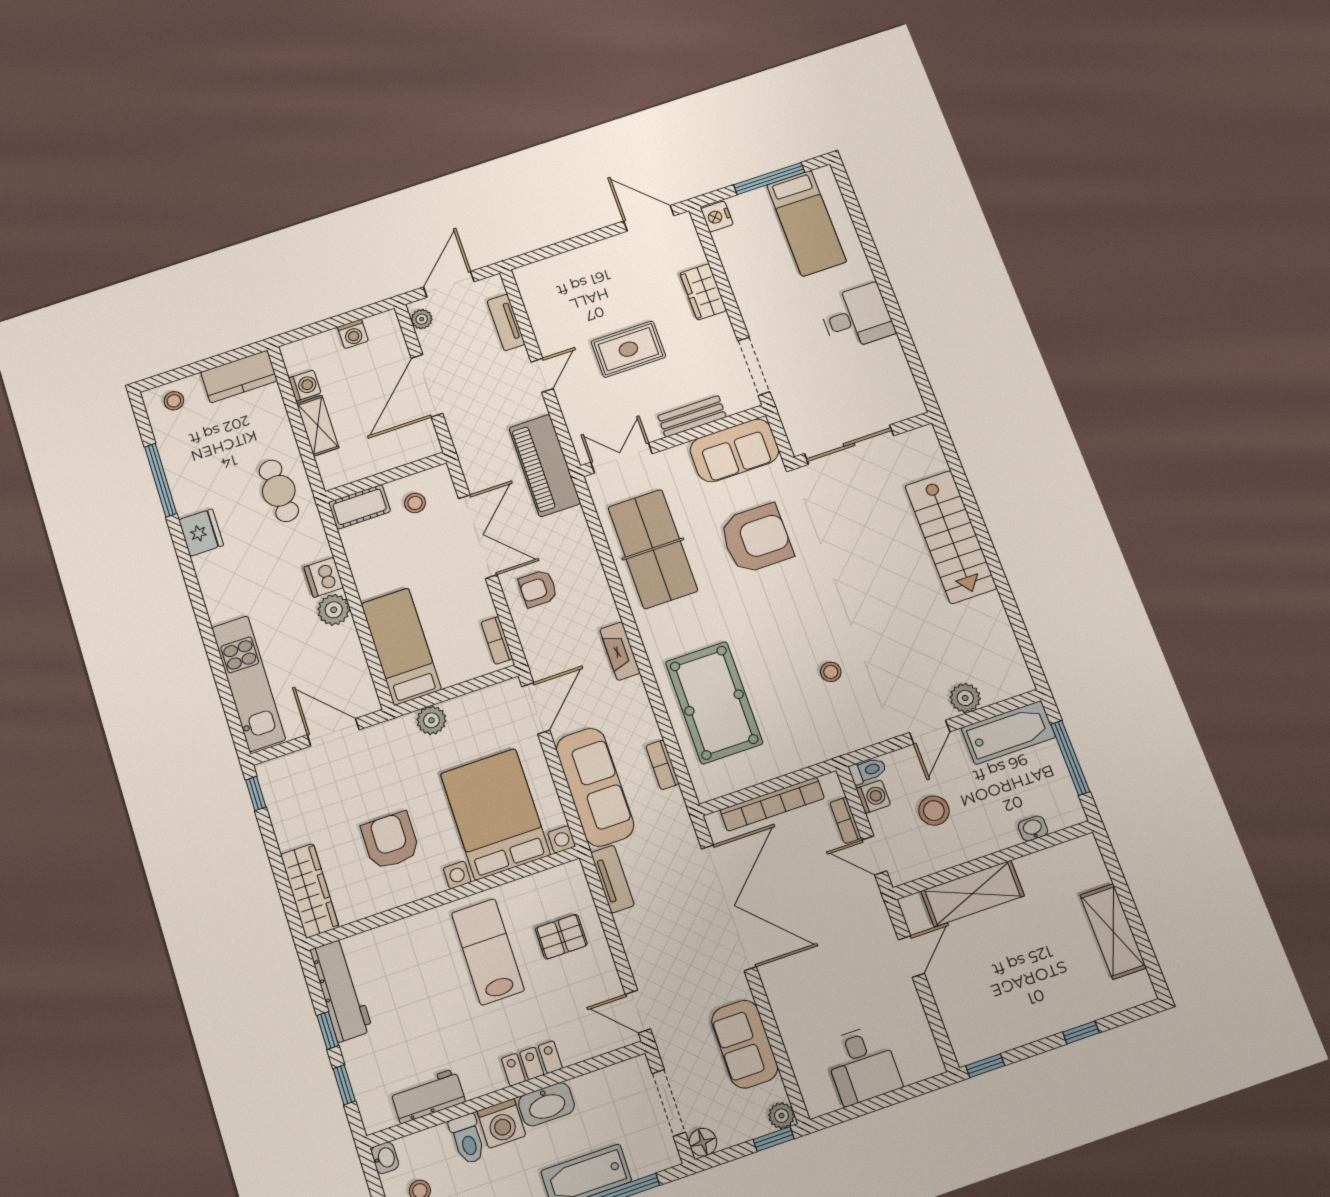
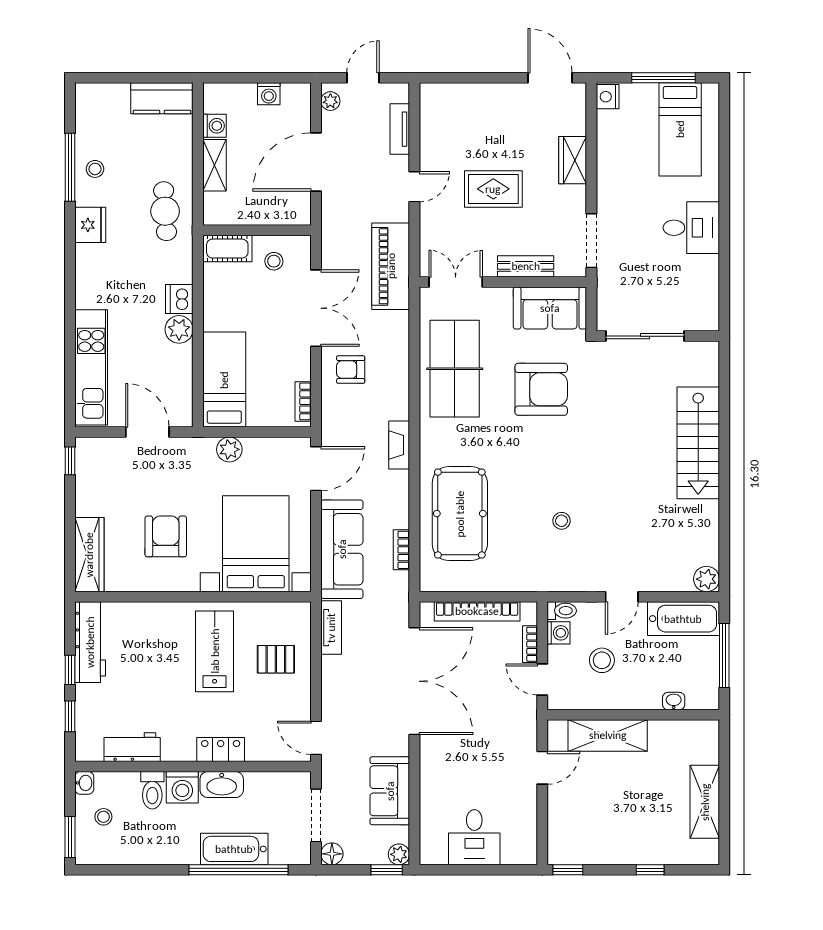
door: (449, 284) -> (363, 78), width x0.73
stool: (174, 401) -> (95, 169), moved
plant: (965, 698) -> (706, 579), moved

